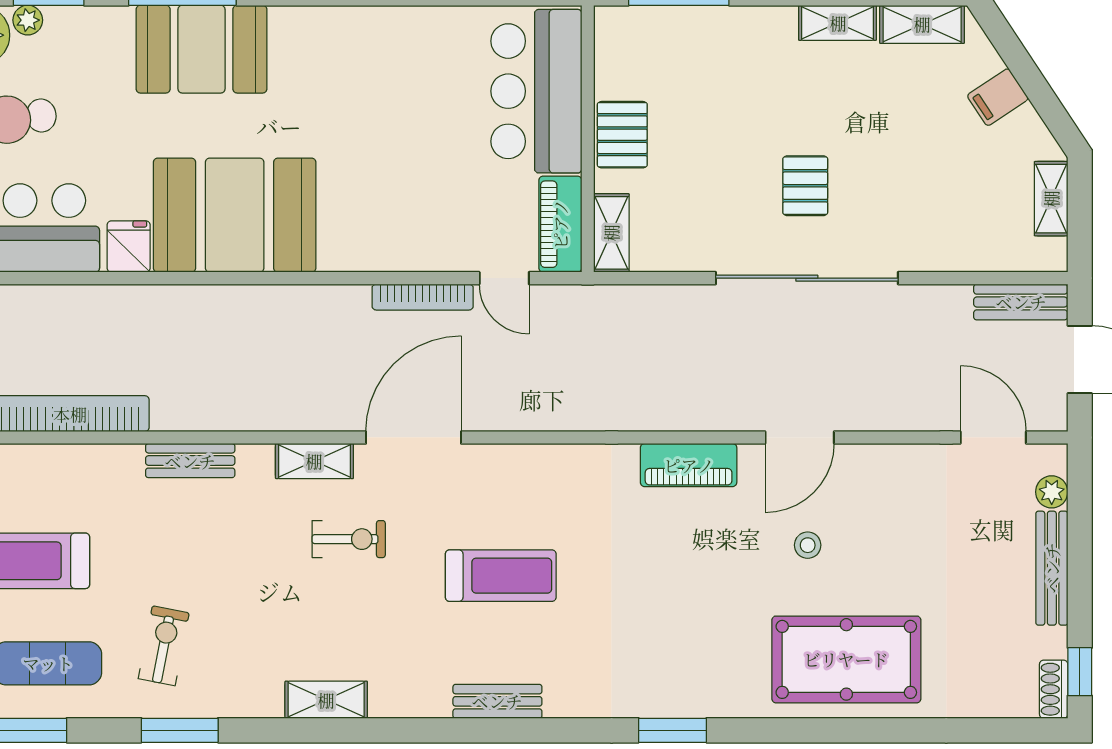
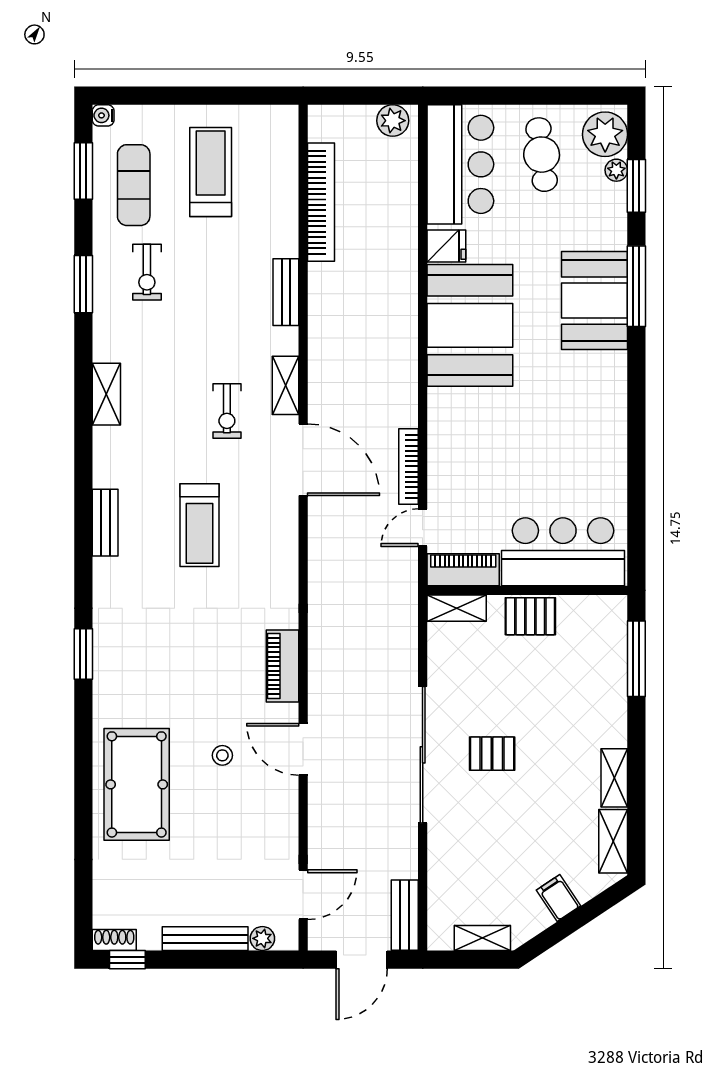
exercise bike: (164, 646) -> (147, 272), turned 79

